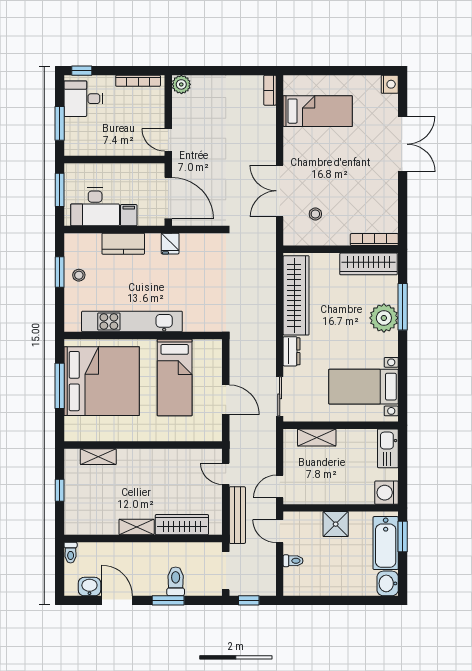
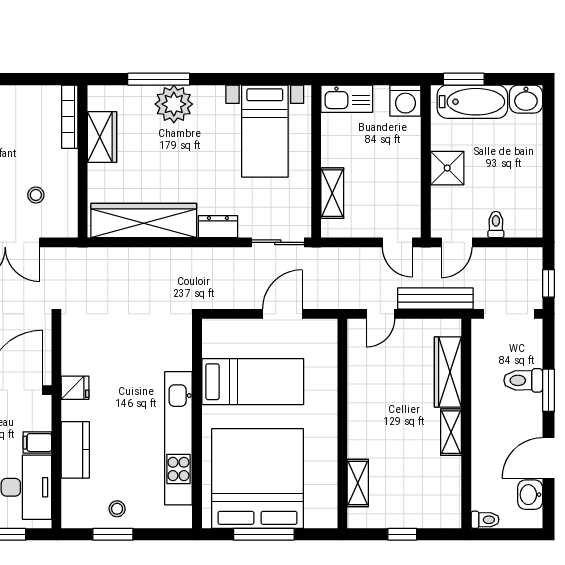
wardrobe: (369, 264) -> (102, 137), width x0.67

